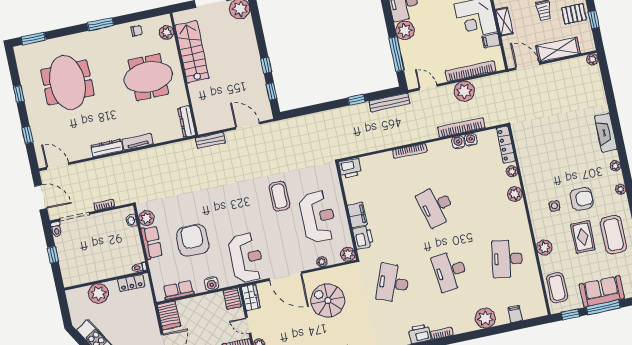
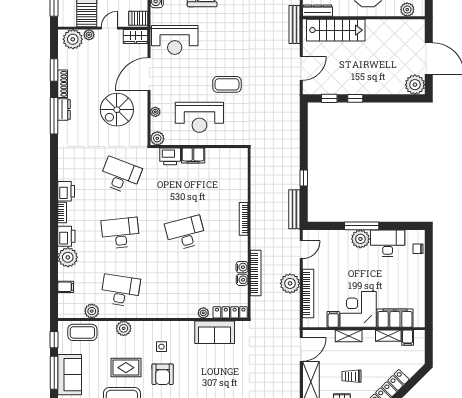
stairs: (192, 52) -> (336, 30), moved
window: (396, 54) -> (362, 226), moved
bench: (210, 140) -> (295, 24), width x1.36
sofa: (529, 156) -> (215, 332), added
printer: (350, 168) -> (66, 236), moved, turned 180
plant: (515, 194) -> (92, 311), moved
spiral stairs: (328, 300) -> (117, 110), turned 180

